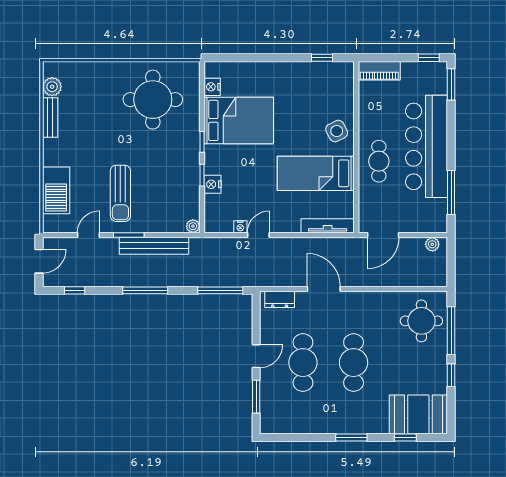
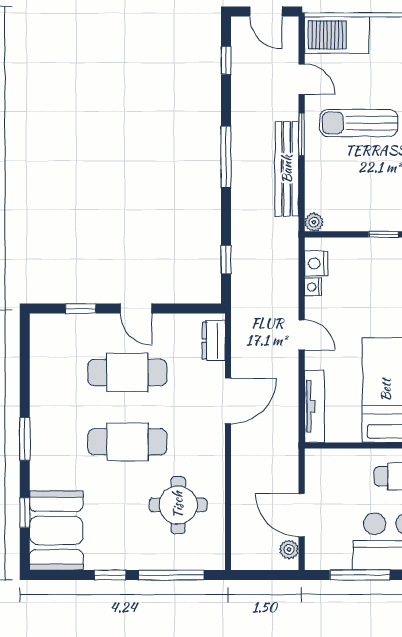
nightstand: (212, 184) -> (316, 263), moved, turned -90
barbecue: (56, 190) -> (337, 35), moved
door: (258, 235) -> (302, 335), moved
door: (383, 235) -> (302, 515), moved
window: (220, 290) -> (226, 260), width x0.46
round table: (421, 321) -> (178, 505), moved
window: (256, 397) -> (81, 308), width x0.67

